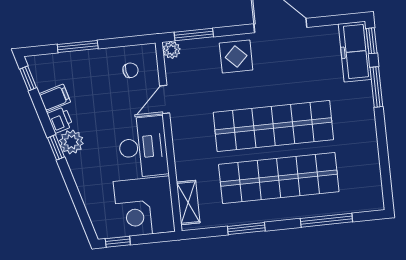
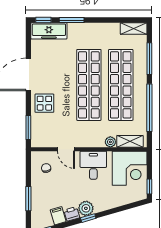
plant: (172, 50) -> (110, 142), moved
desk: (143, 147) -> (93, 165), width x0.73
shelving: (373, 189) -> (134, 28), added
window: (246, 229) -> (149, 108), width x2.11

